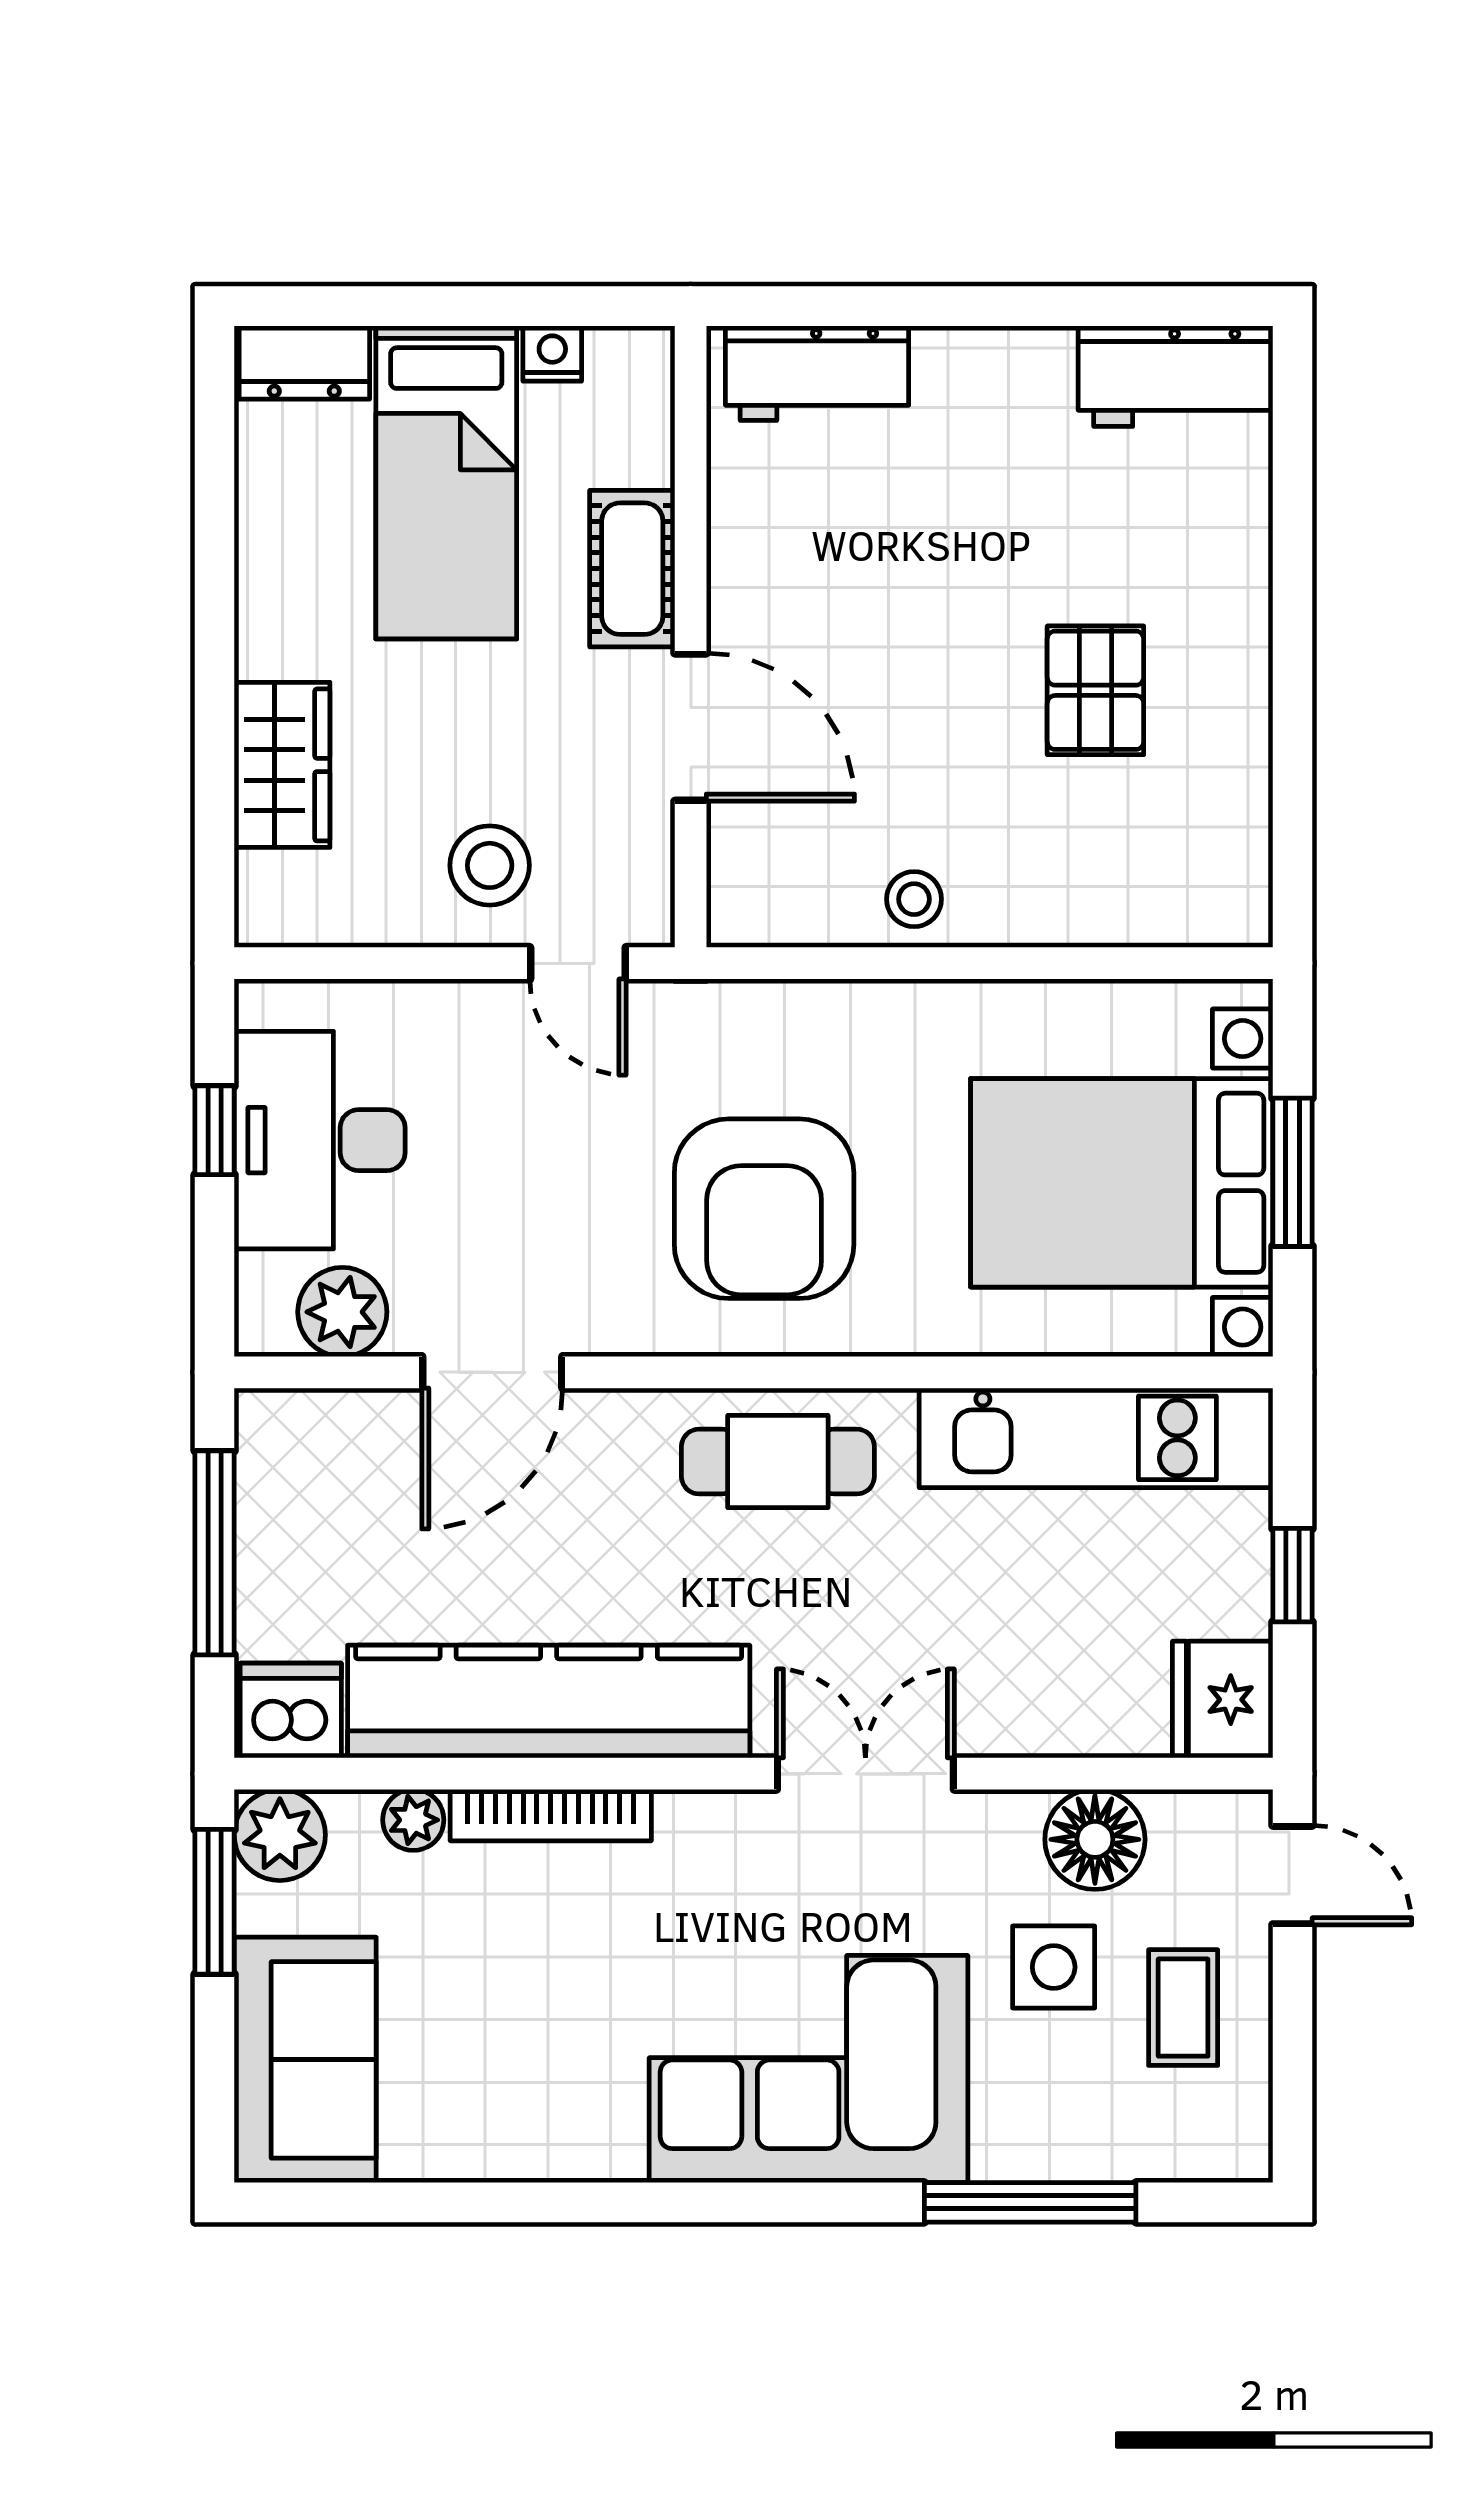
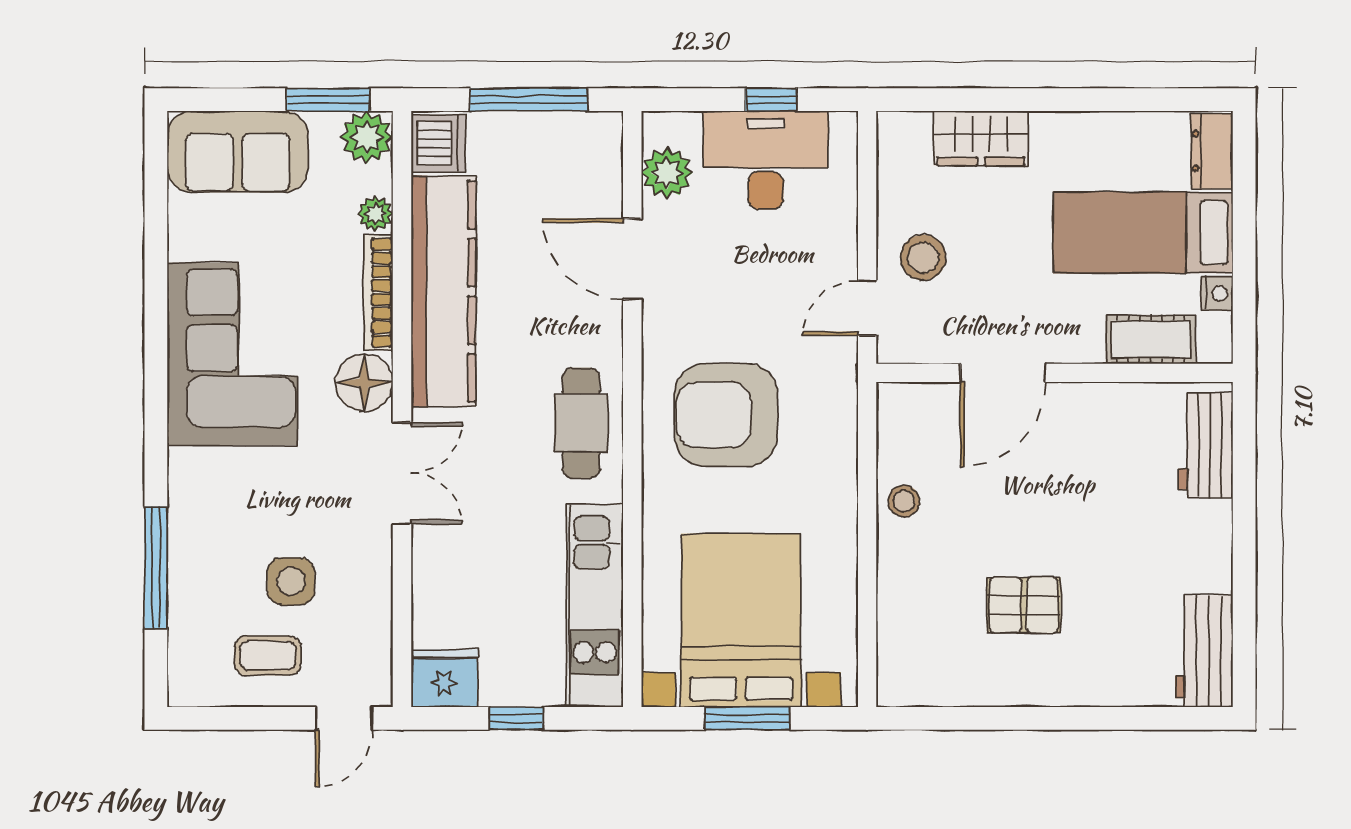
cot: (632, 569) -> (1151, 339), moved
floor lamp: (1095, 1839) -> (364, 383), moved
corner sofa: (808, 2069) -> (232, 354), moved

